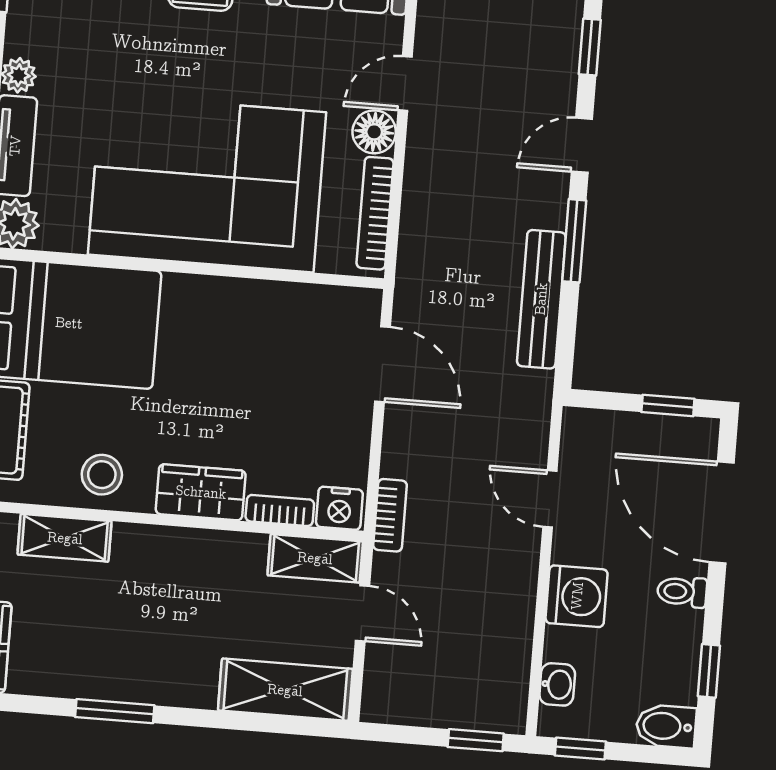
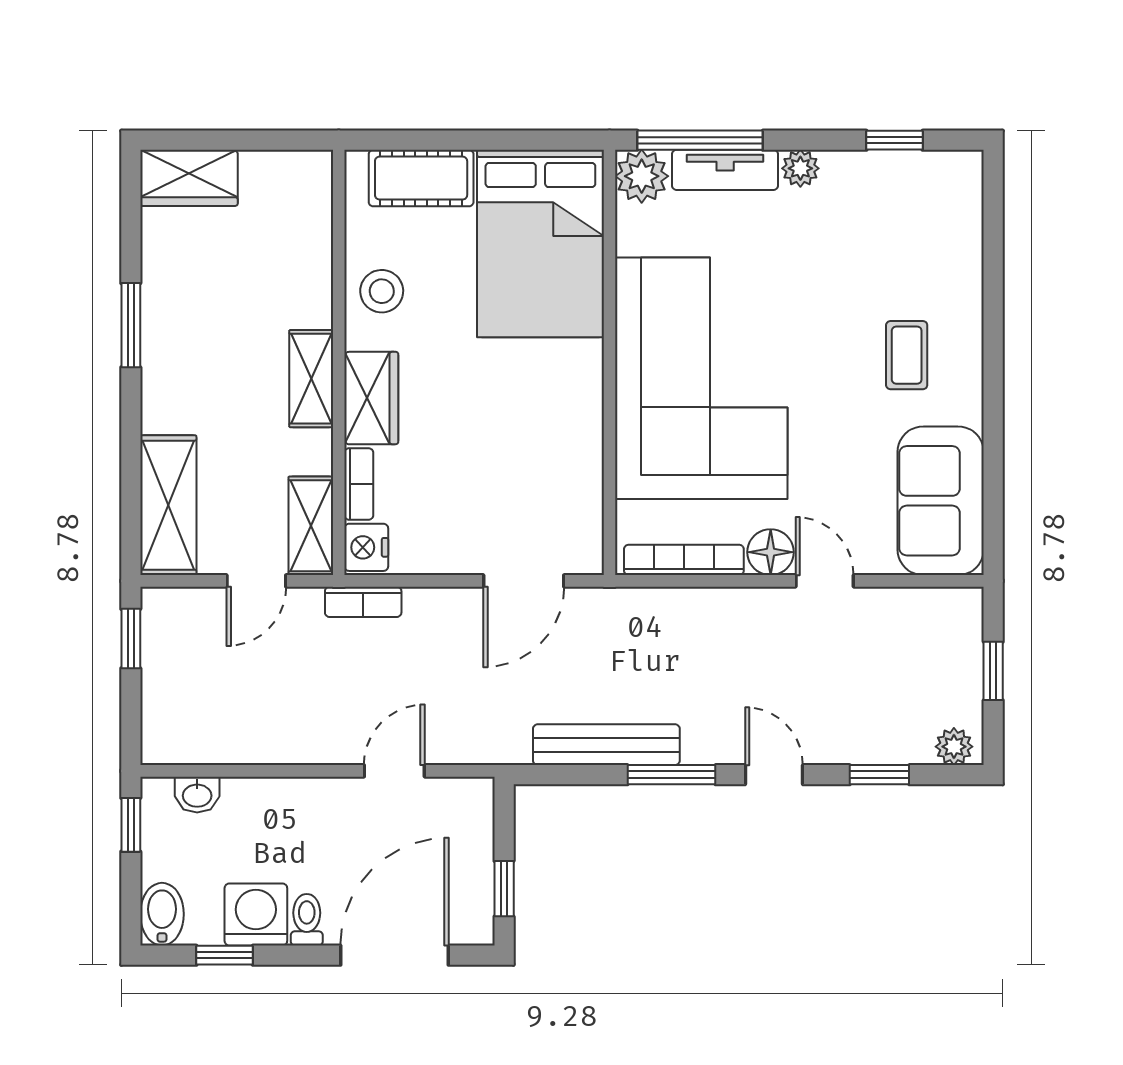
shelving: (65, 538) -> (311, 379), moved
washing machine: (577, 596) -> (256, 915), moved, turned 180
window: (476, 740) -> (131, 639), moved

